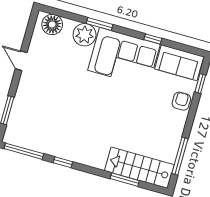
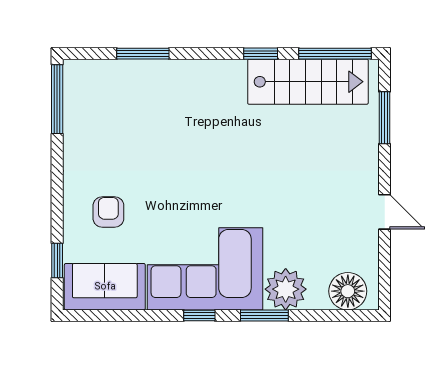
window: (153, 39) -> (199, 315), moved
armchair: (181, 101) -> (108, 212), moved, turned 180
window: (180, 156) -> (57, 99), moved
stairs: (139, 168) -> (308, 82), moved

